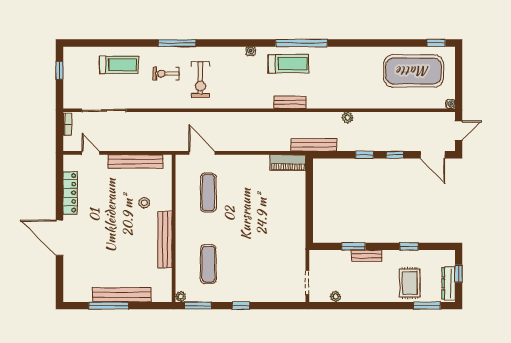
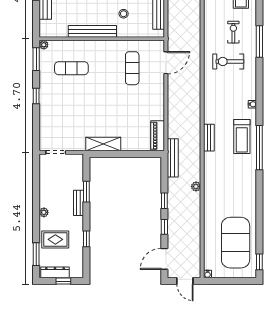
exercise mat: (208, 193) -> (132, 68), turned 90
shelving: (298, 227) -> (103, 144), added
plant: (336, 297) -> (44, 212), moved

